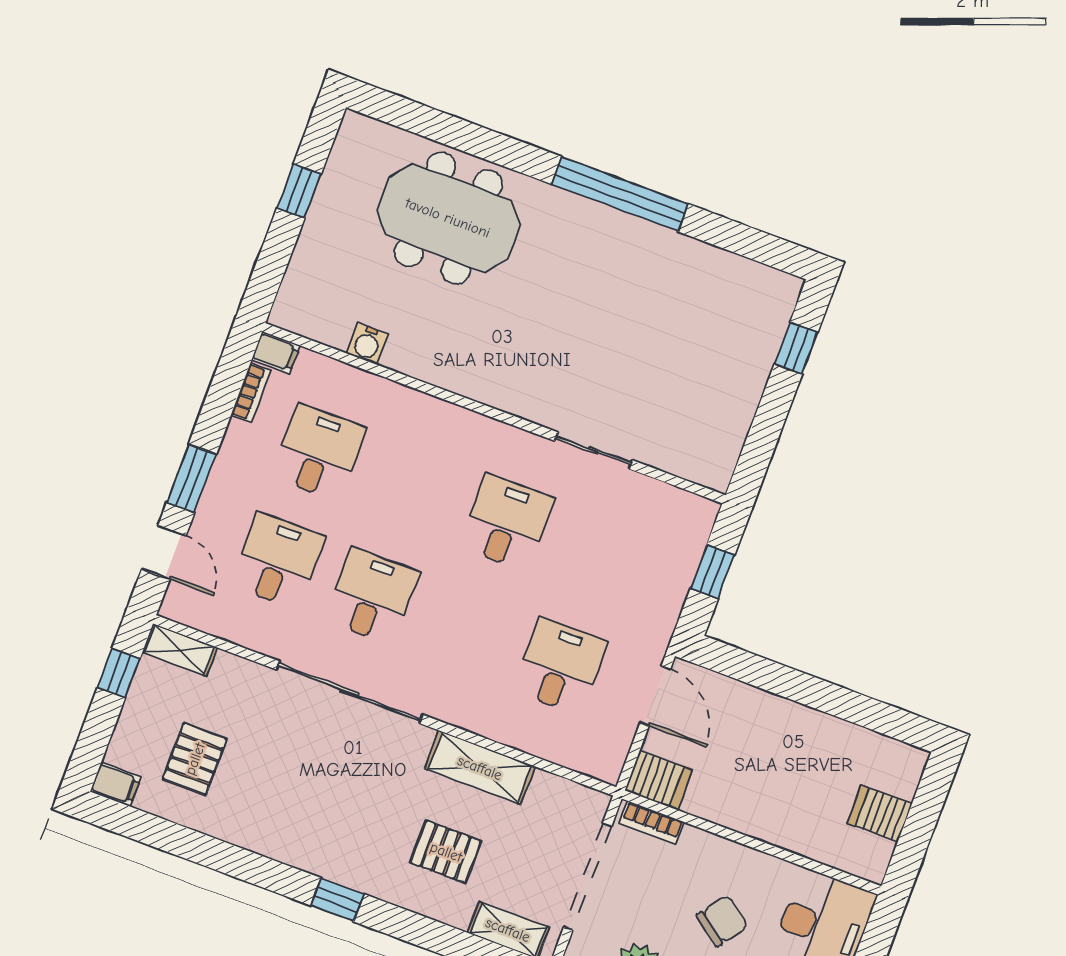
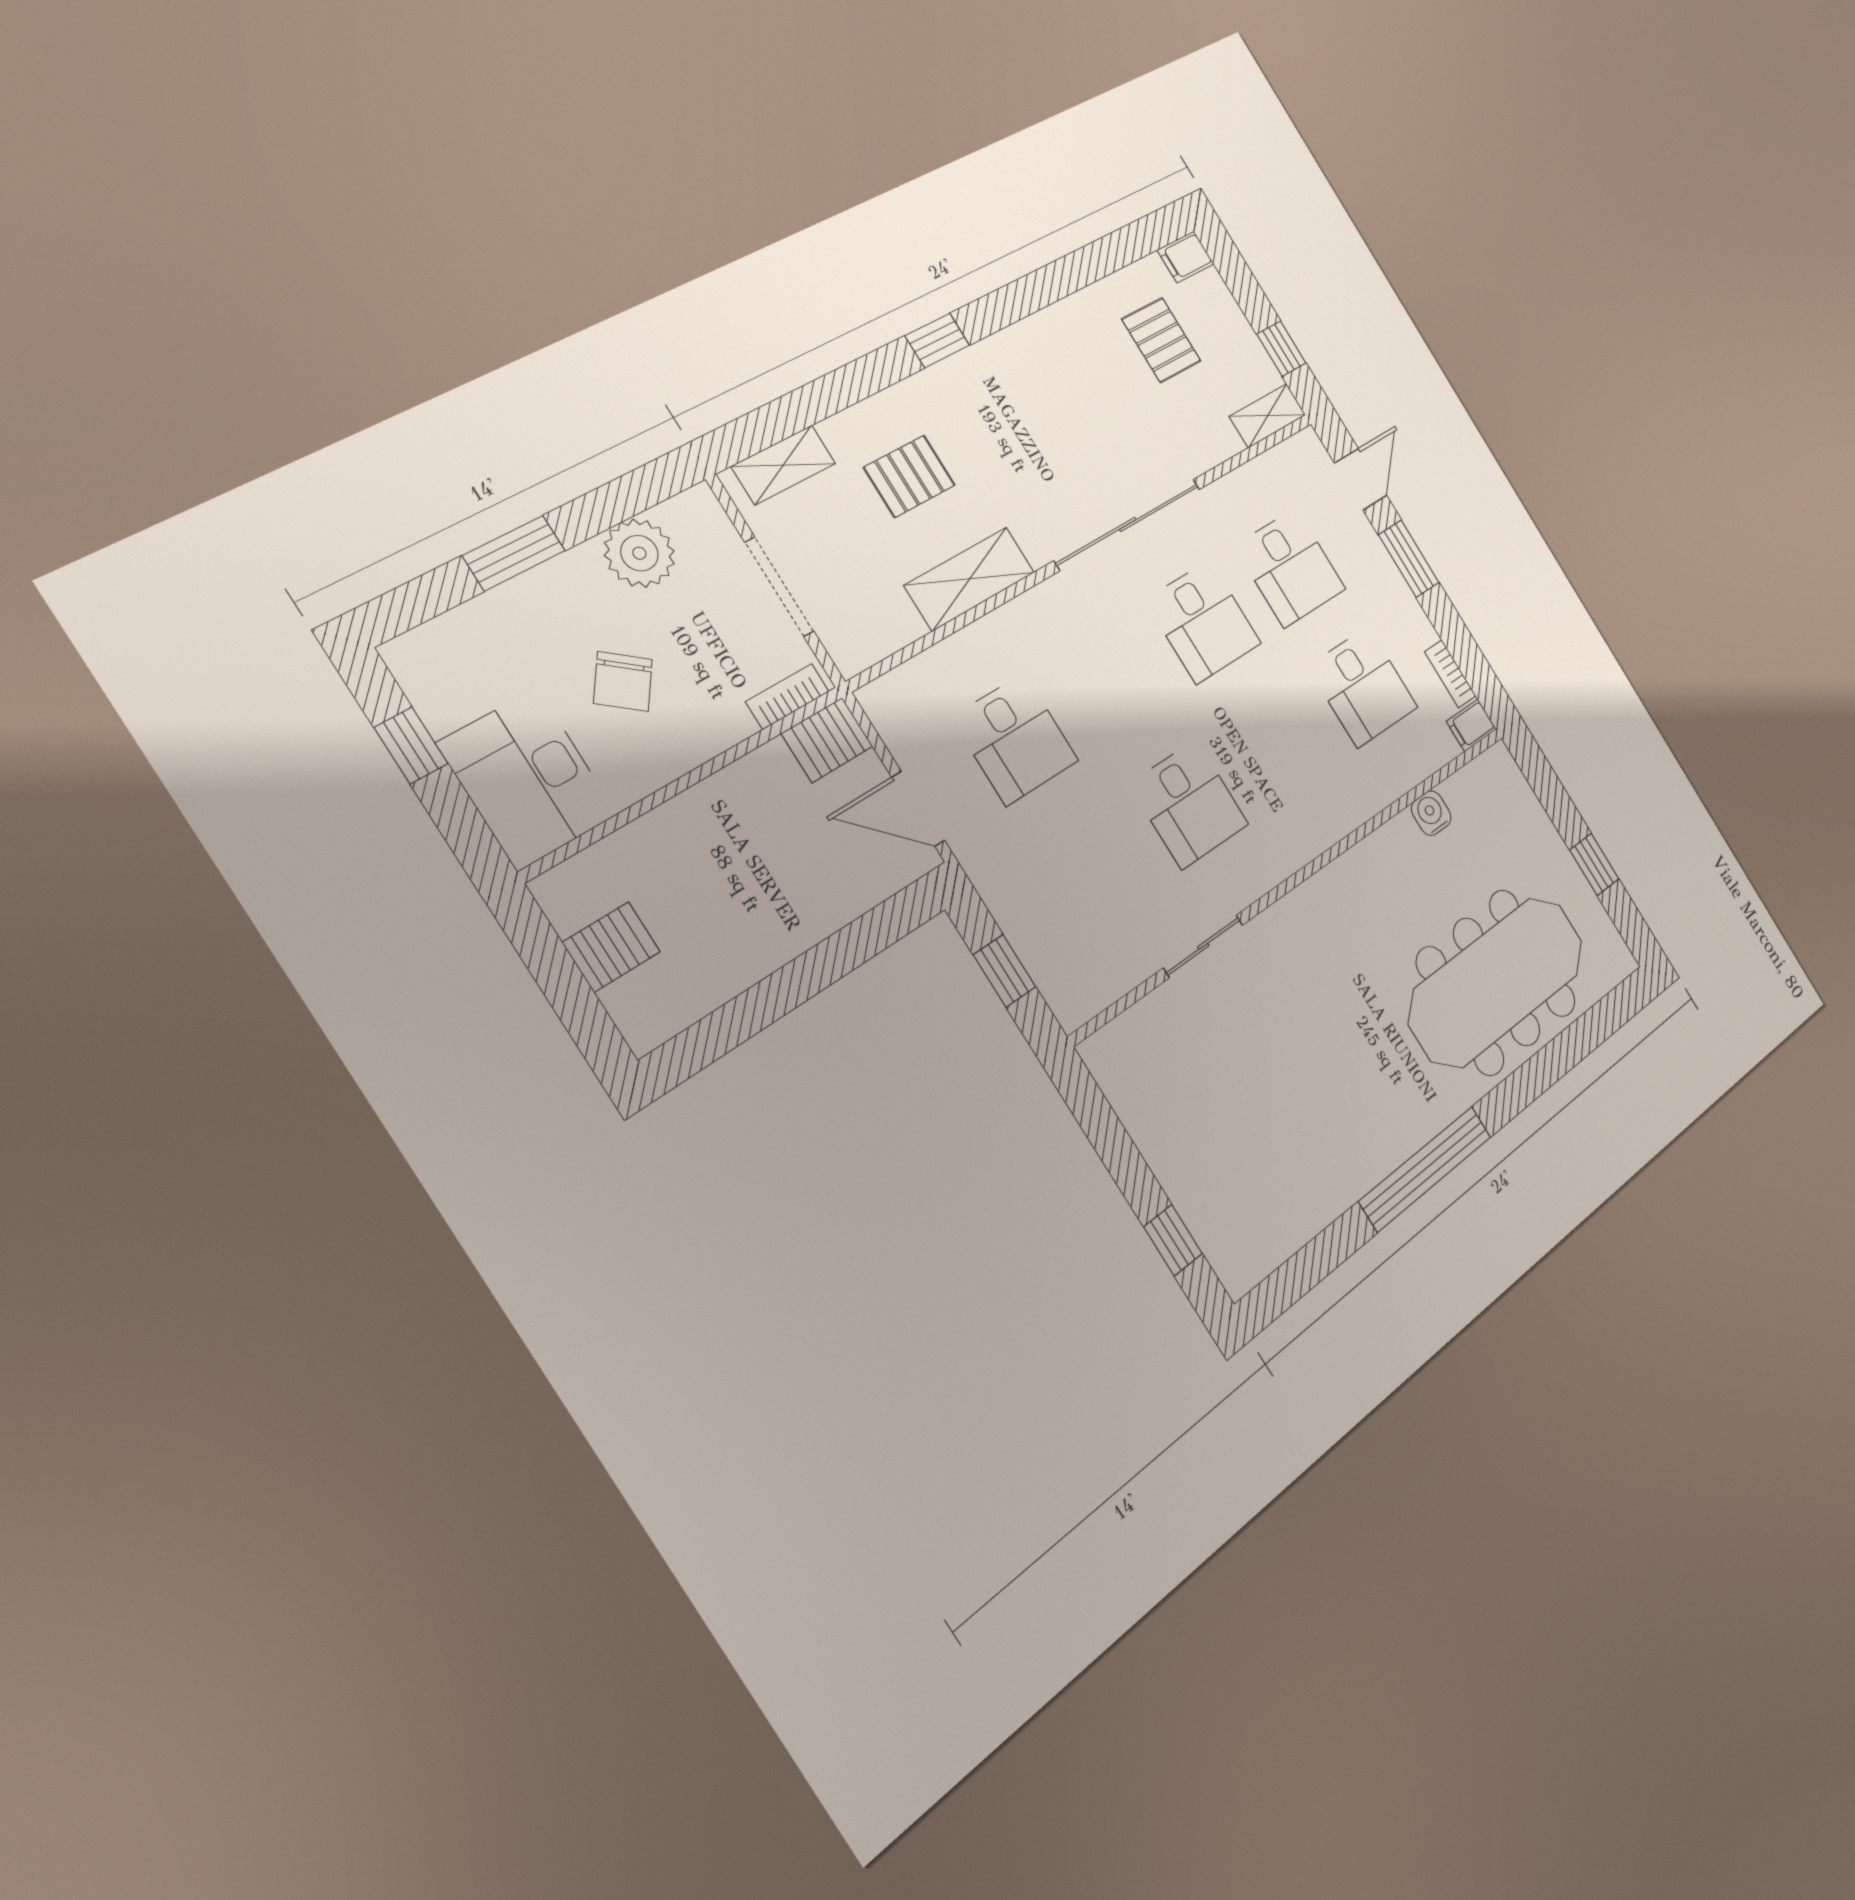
meeting table: (448, 218) -> (1497, 982), width x1.36
door: (164, 552) -> (1361, 479), swing flipped
doorway: (588, 877) -> (779, 587), width x0.73

